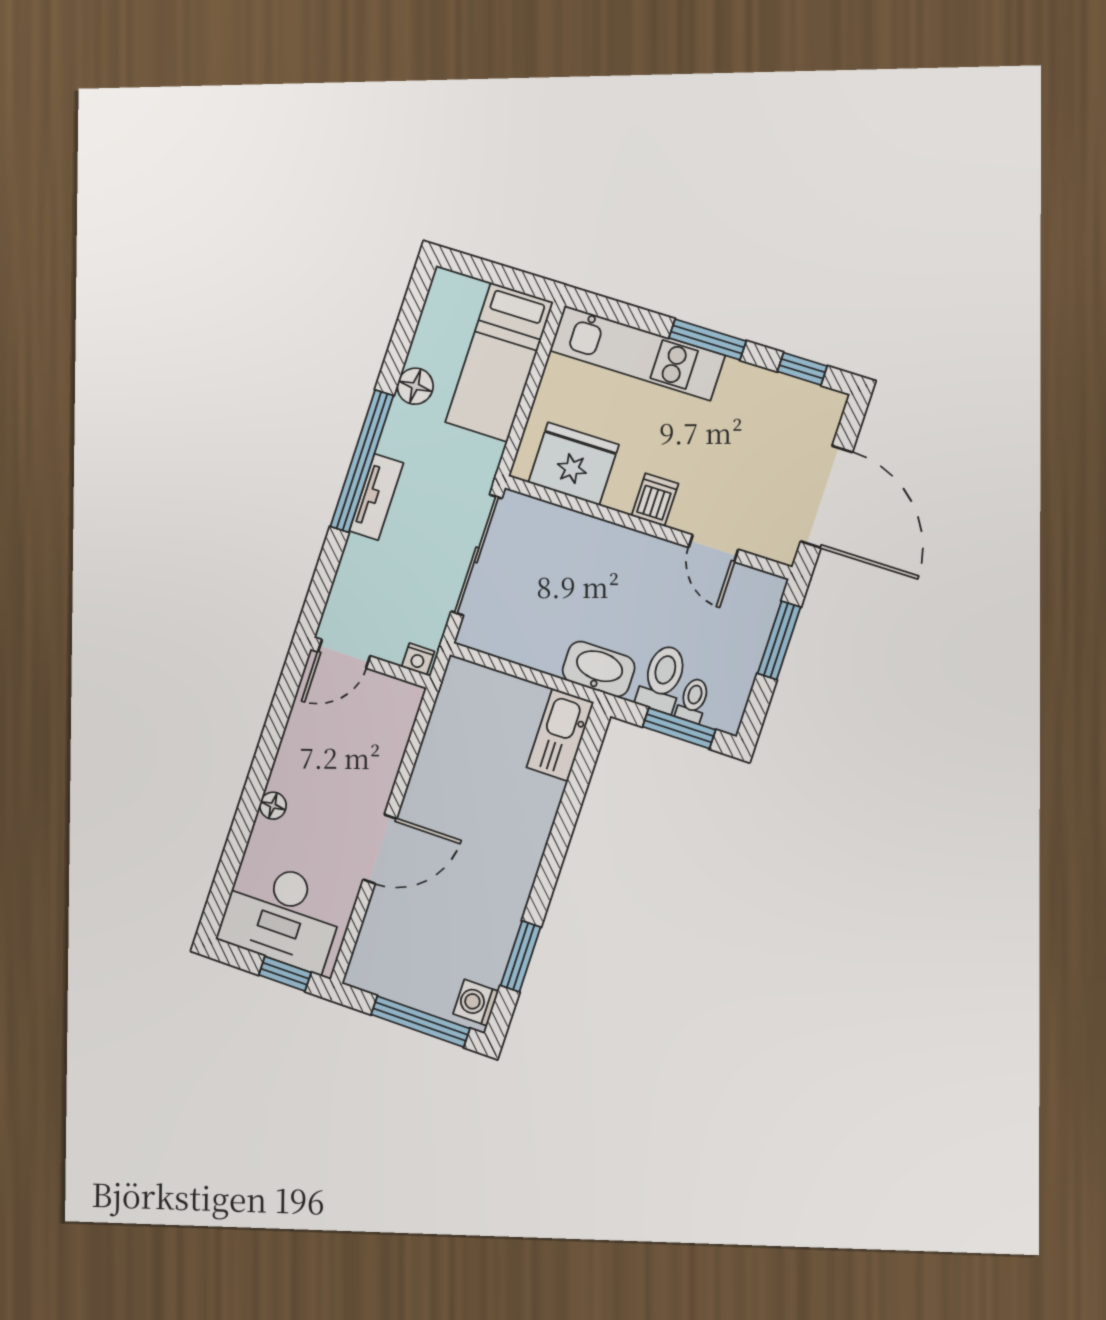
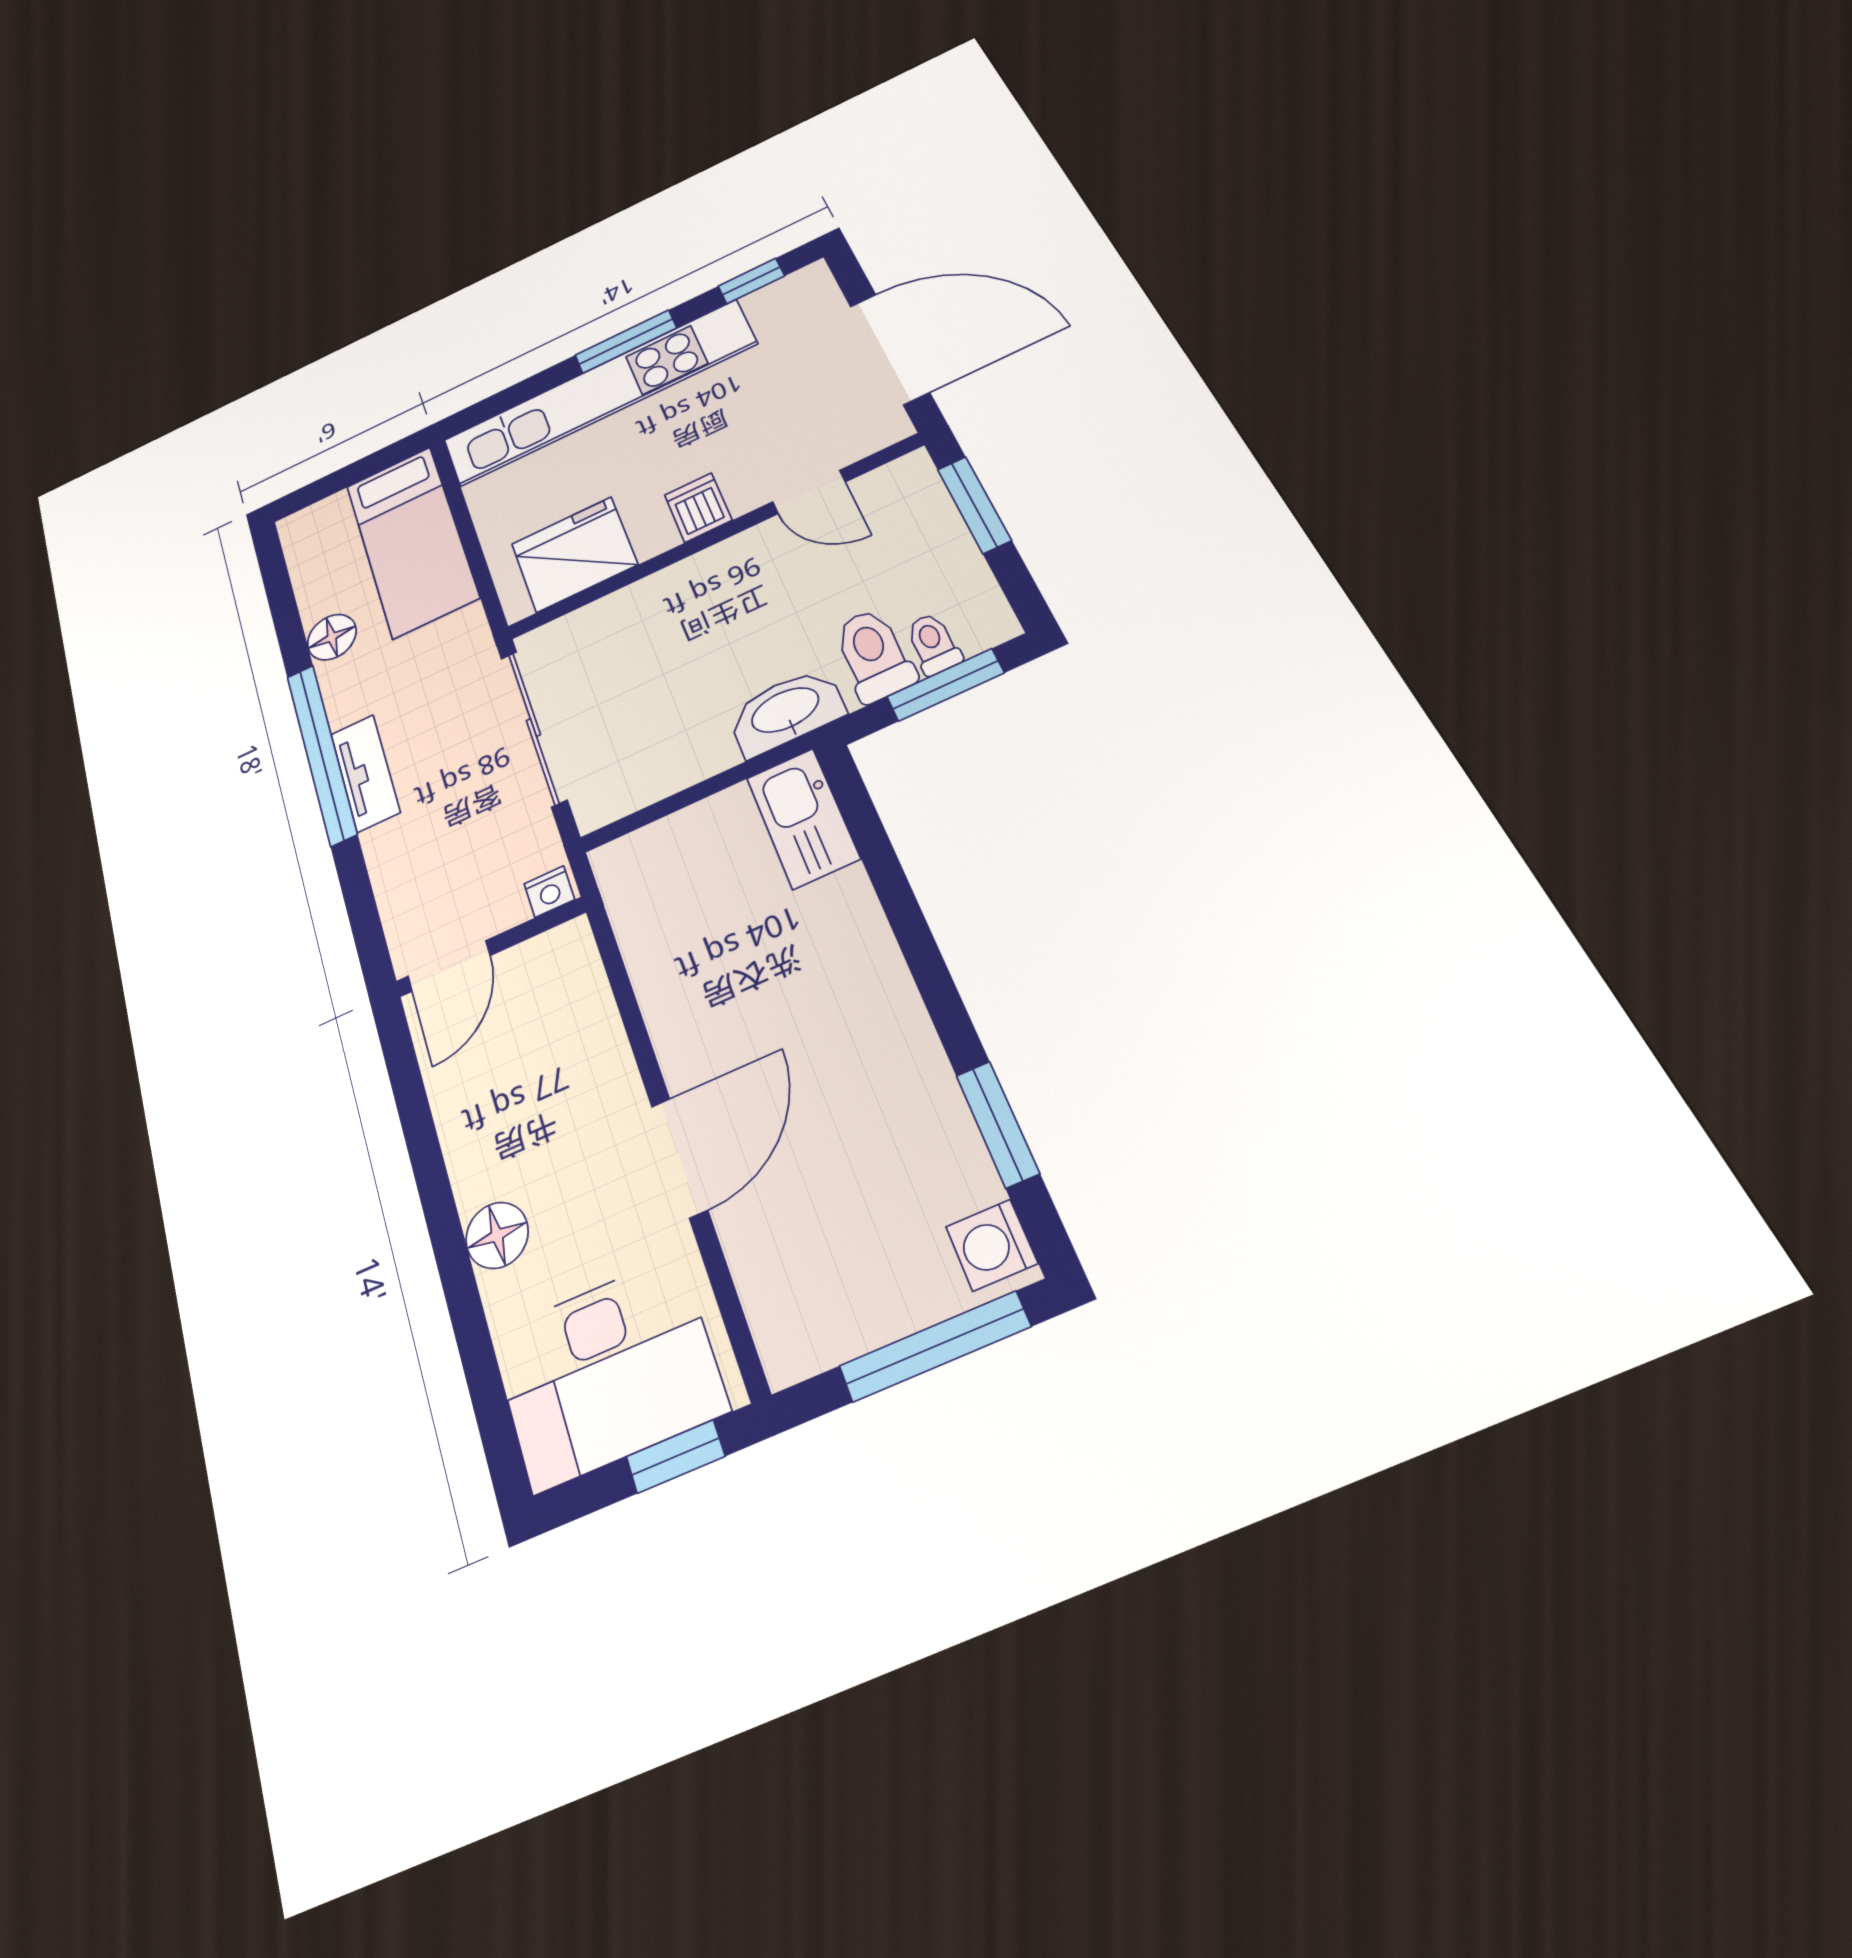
kitchen unit: (637, 353) -> (599, 393), width x1.36
floor lamp: (273, 806) -> (497, 1235), width x1.37, depth x1.37

